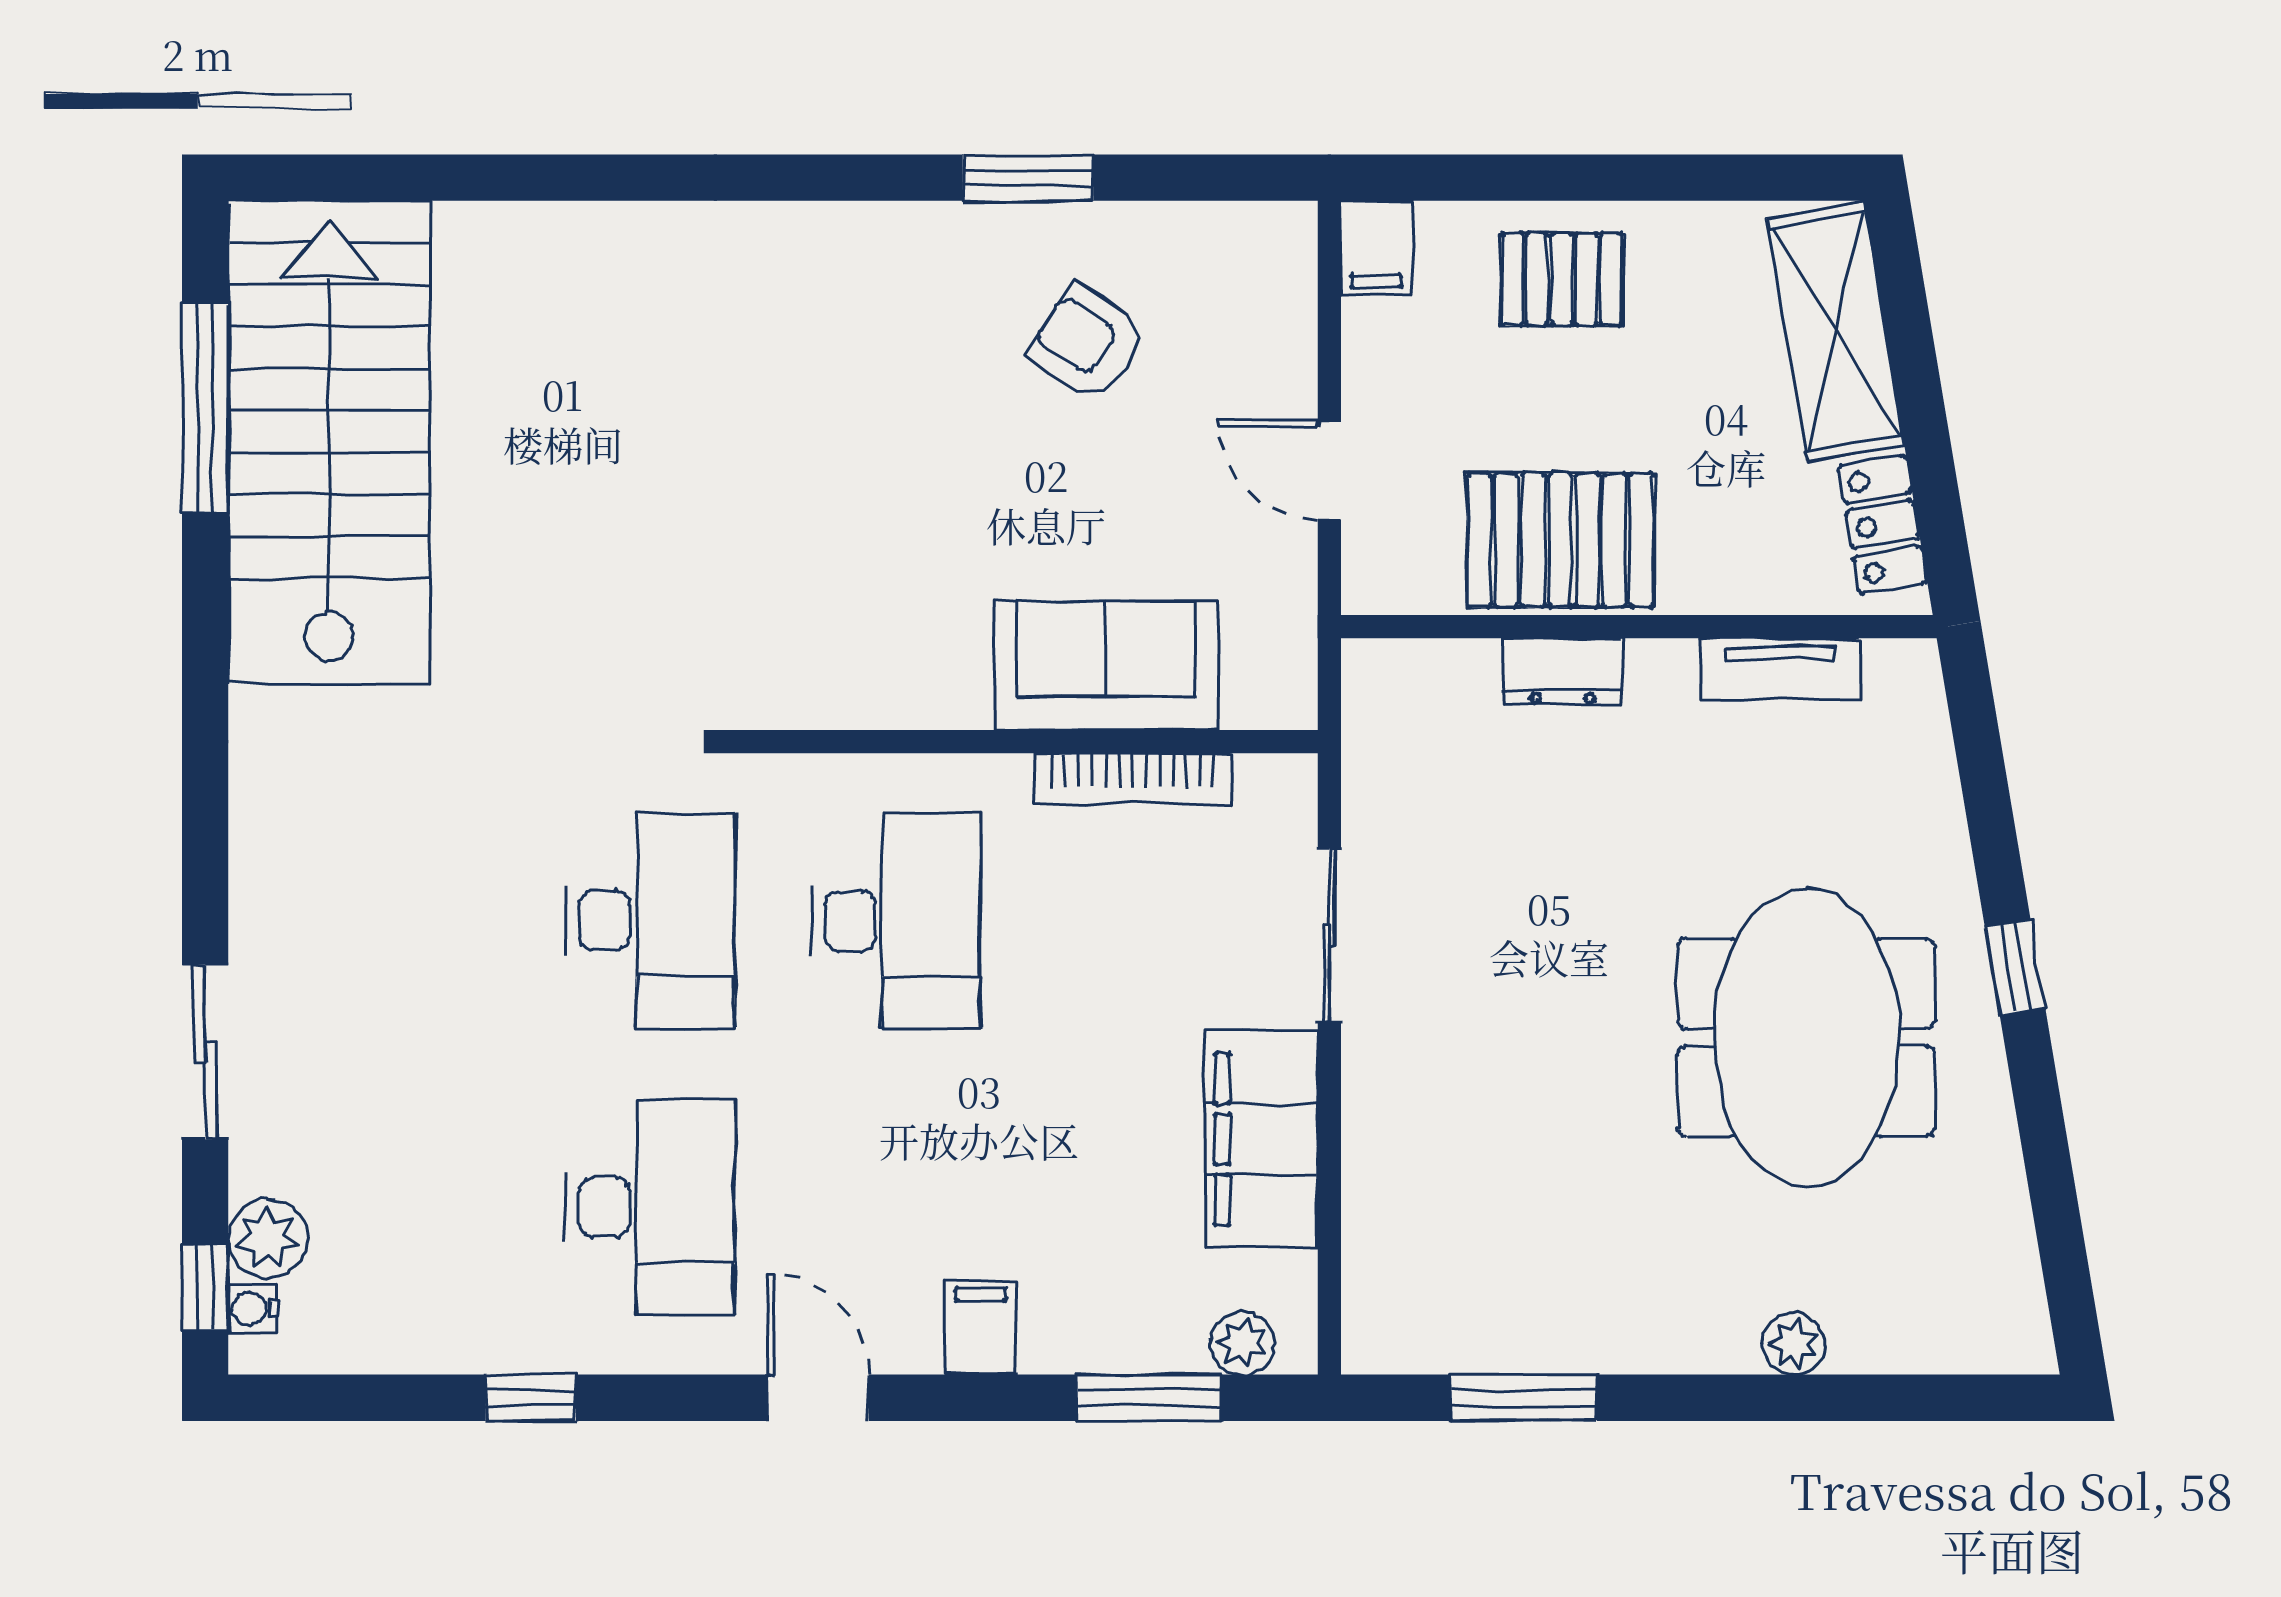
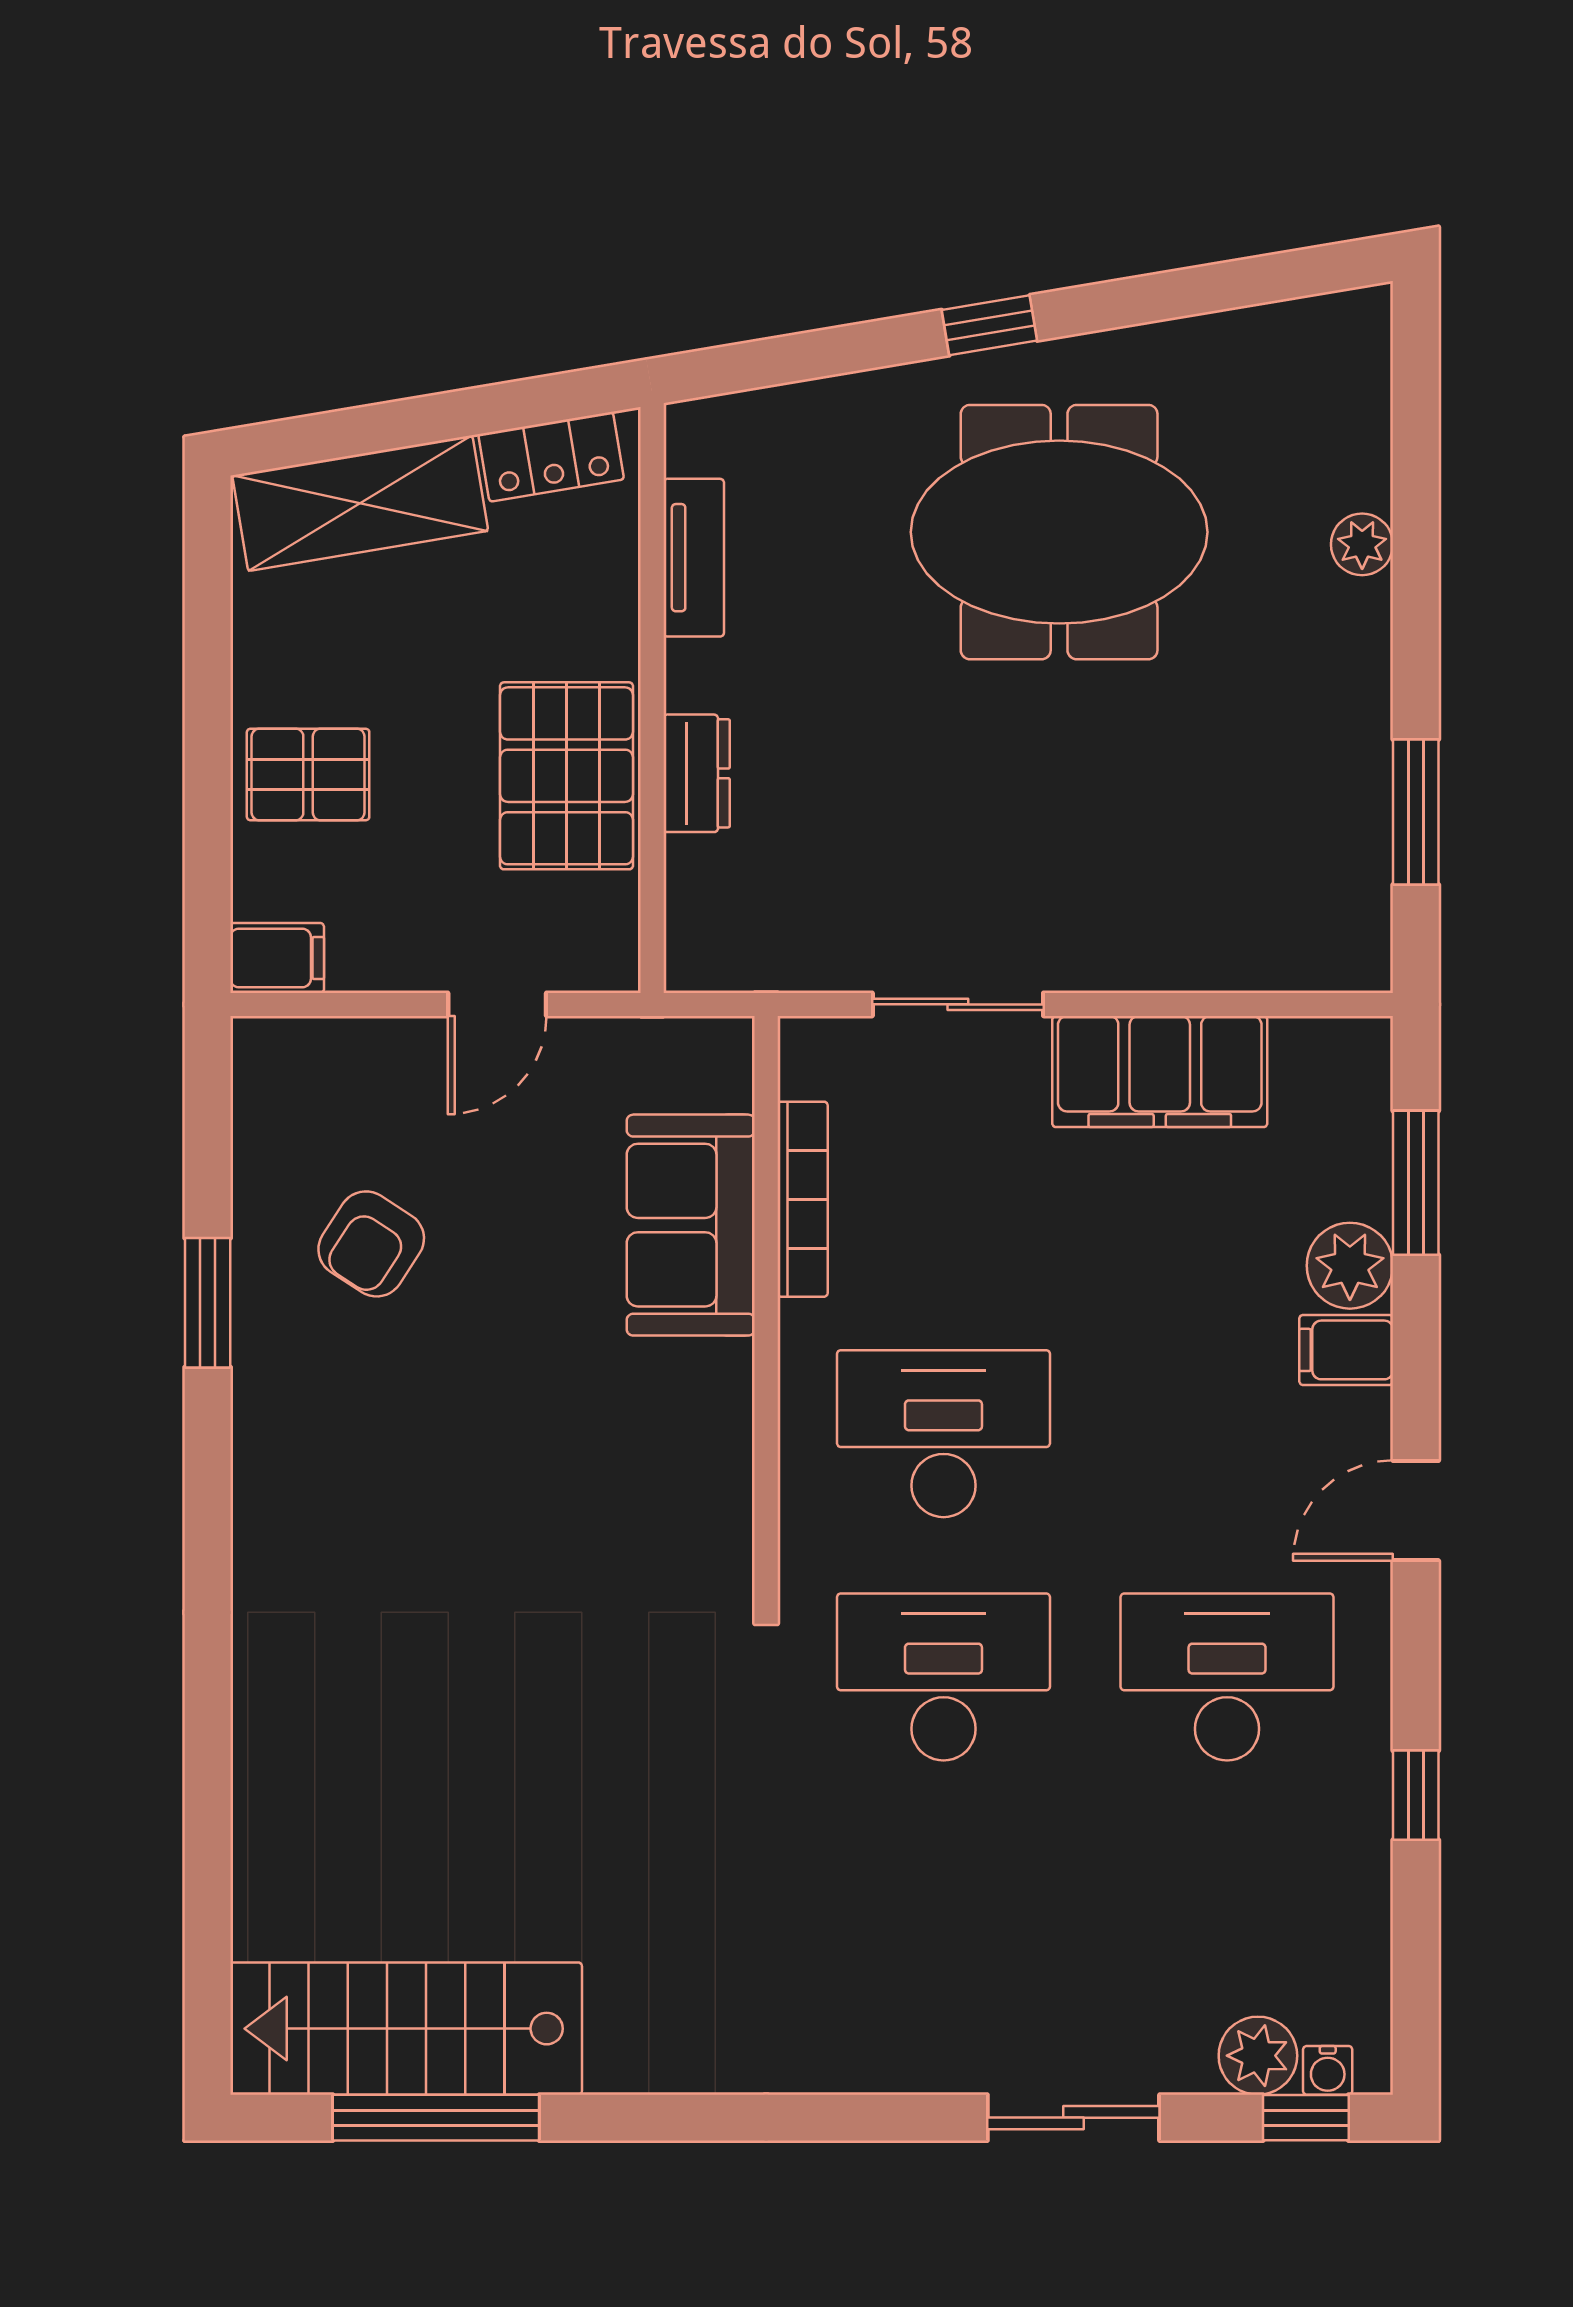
pallet: (1561, 279) -> (308, 775), turned 90
stairs: (329, 443) -> (406, 2029), width x0.73, depth x0.66
plant: (1242, 1343) -> (1350, 1266), moved, width x1.38, depth x1.38

